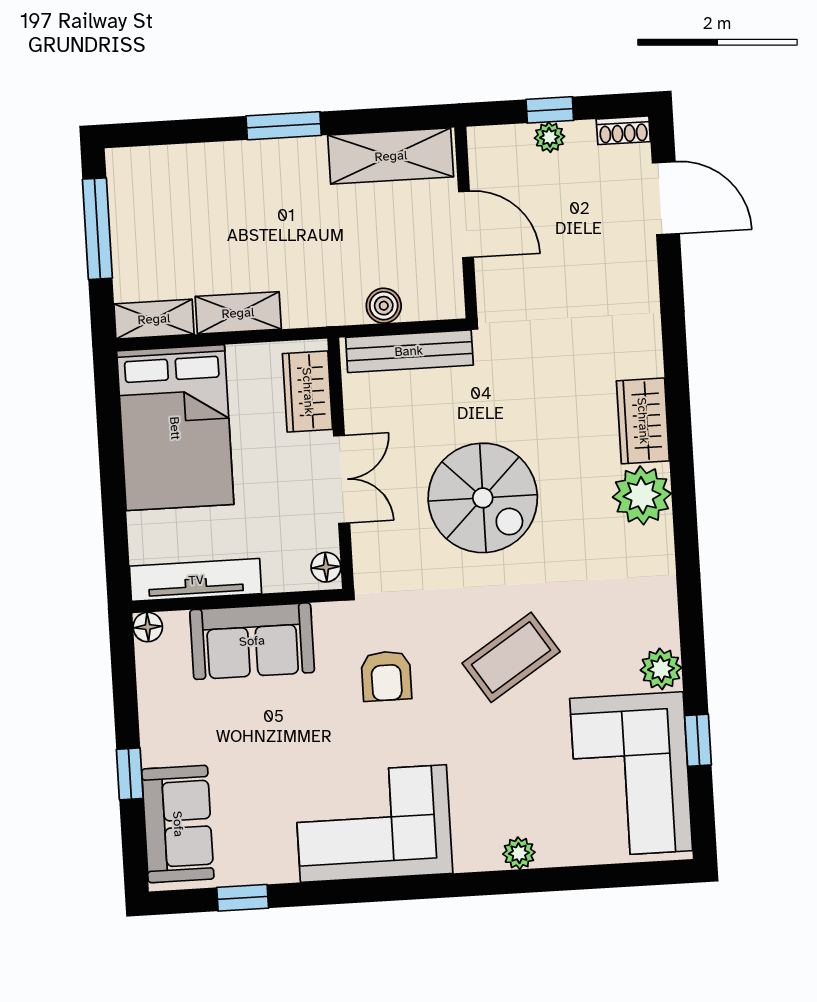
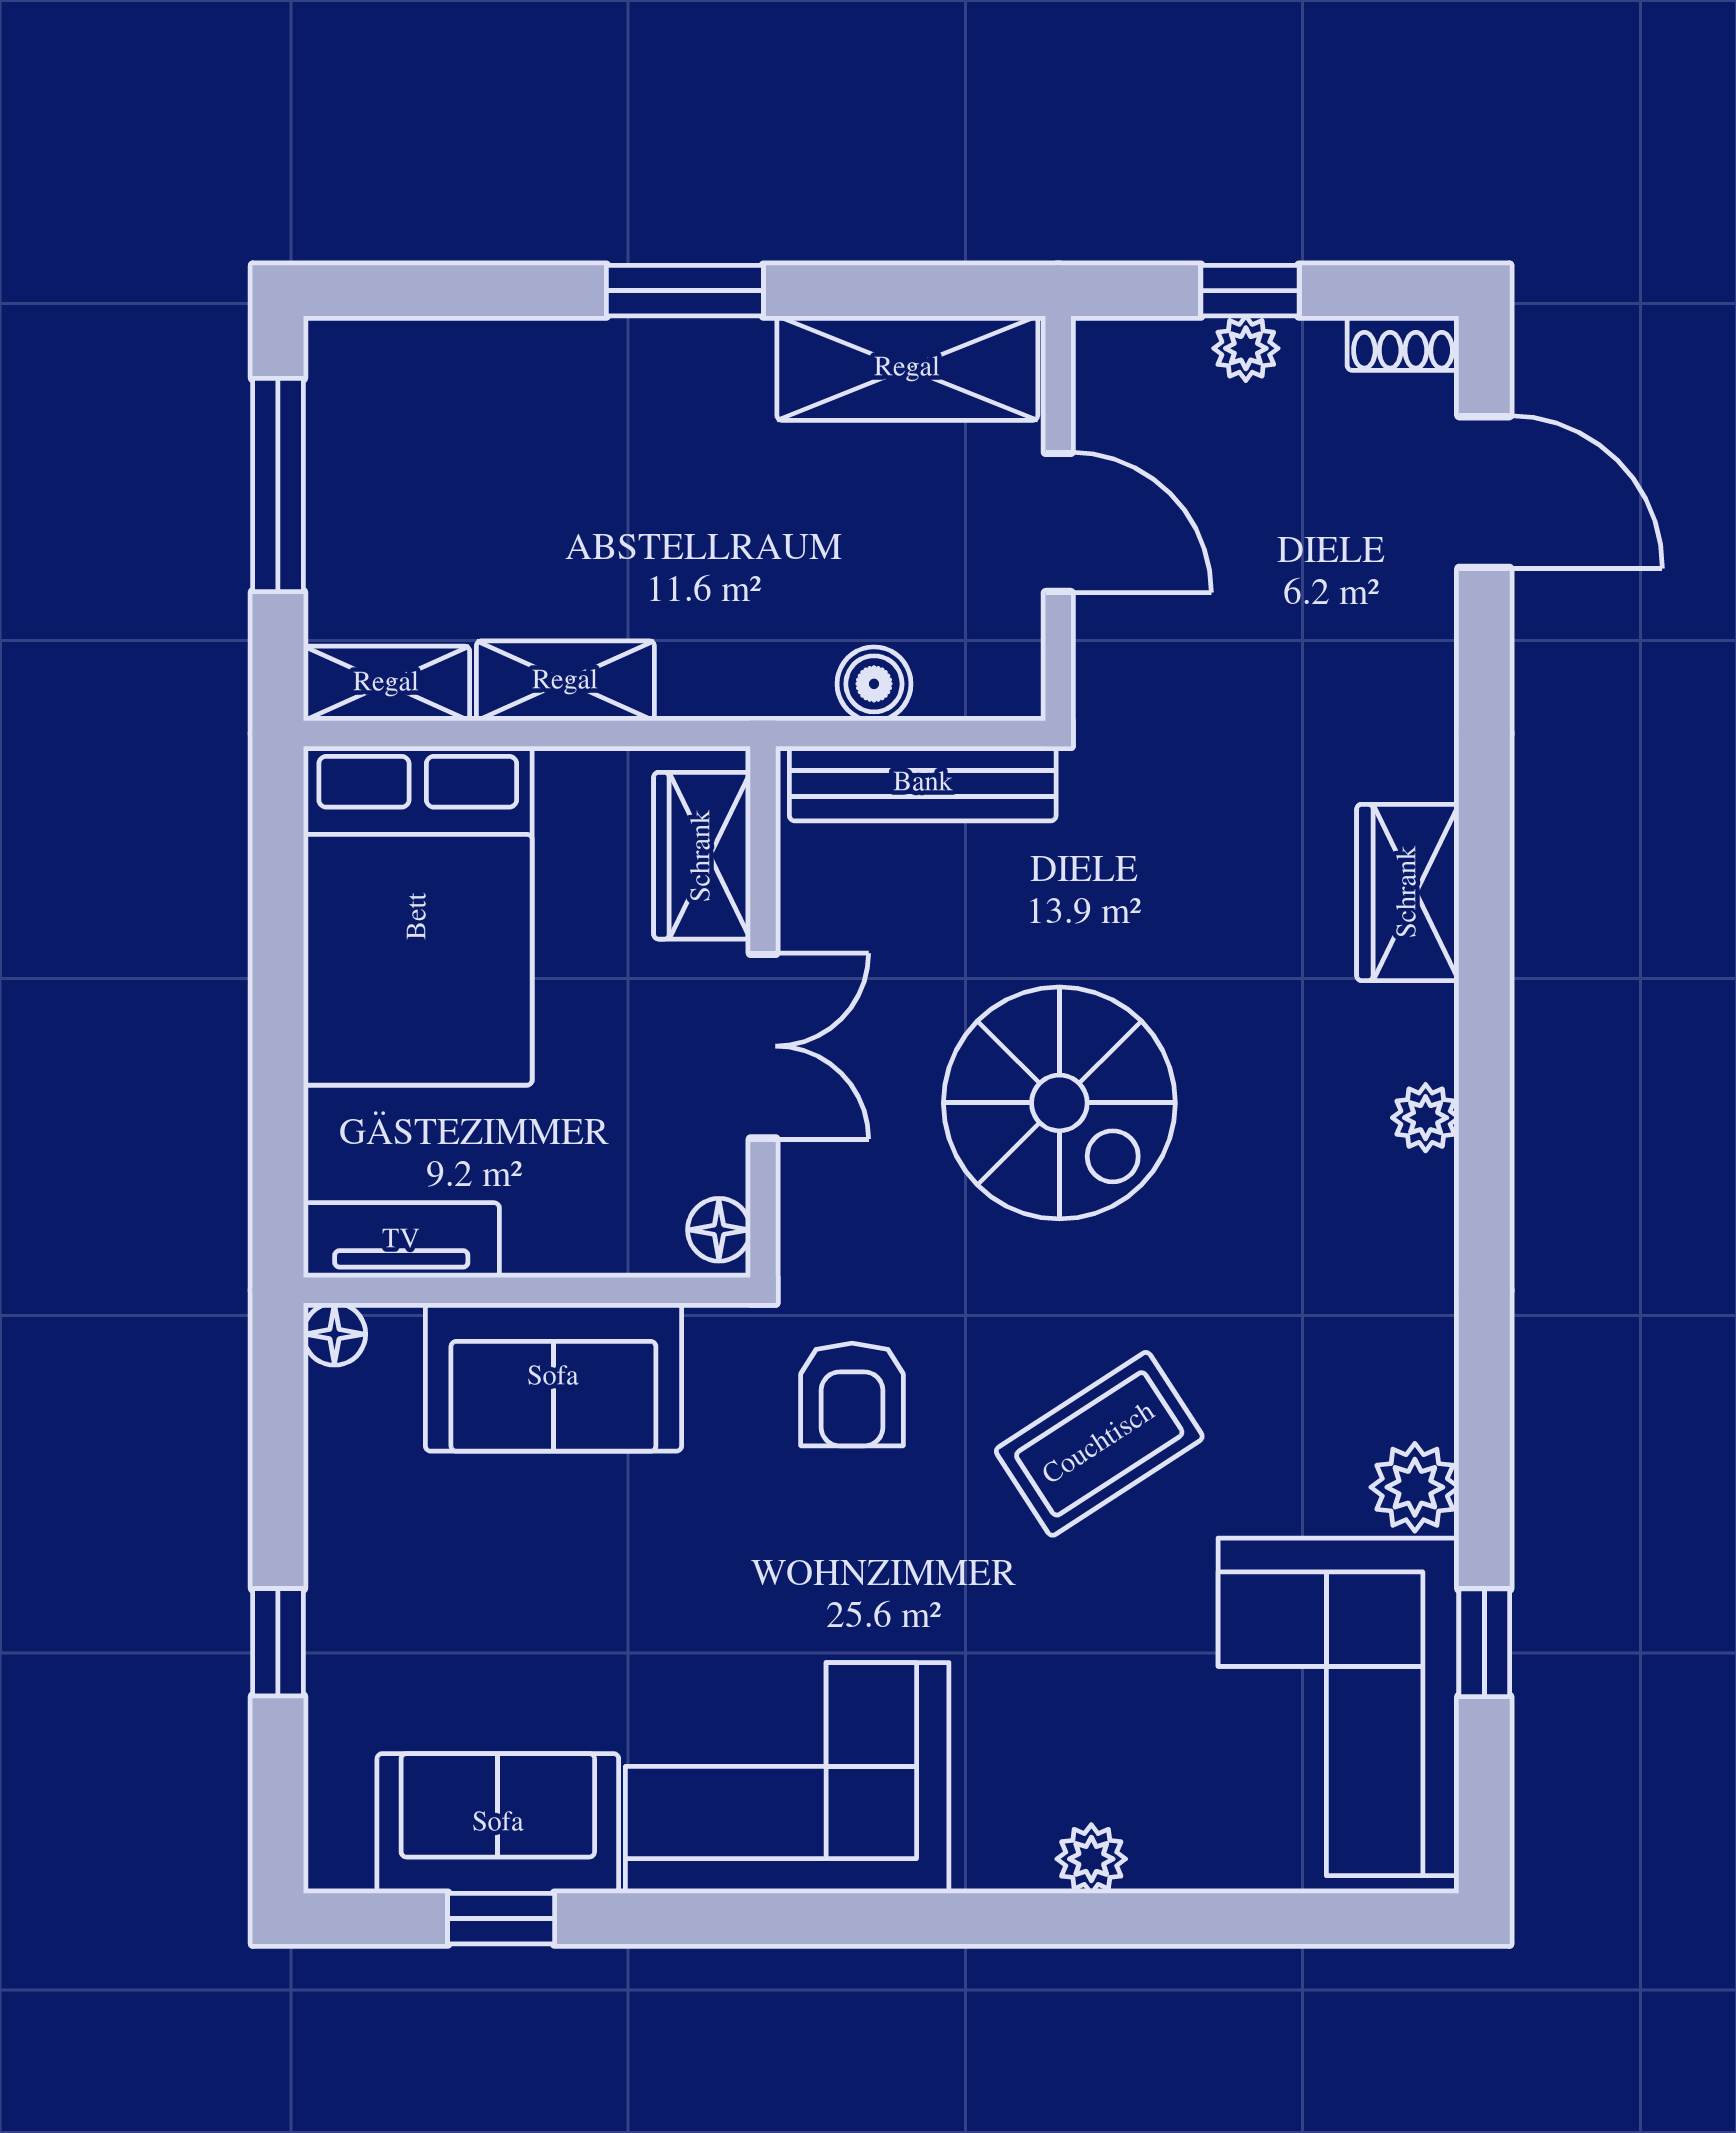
wardrobe: (643, 421) -> (1408, 892), moved
plant: (642, 495) -> (1426, 1118), width x0.53, depth x0.53
tv unit: (196, 580) -> (401, 1240), width x0.71
armchair: (386, 676) -> (852, 1394), moved
sofa: (178, 824) -> (498, 1823), moved, turned -90

